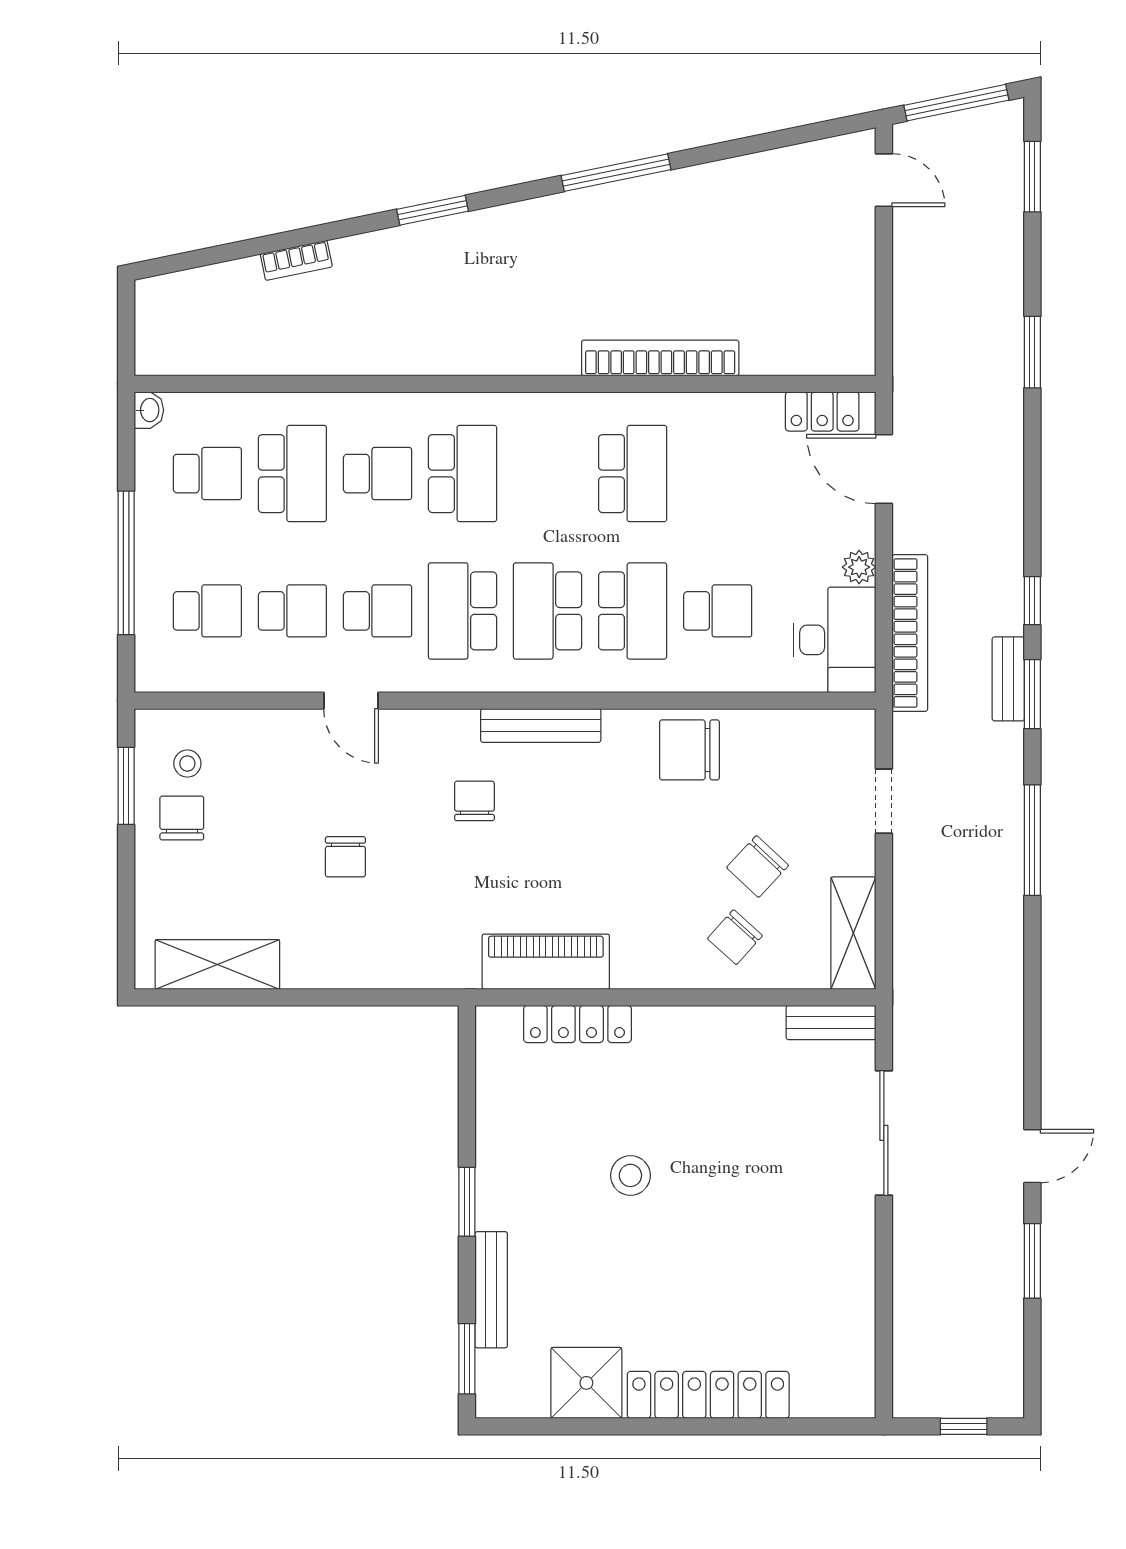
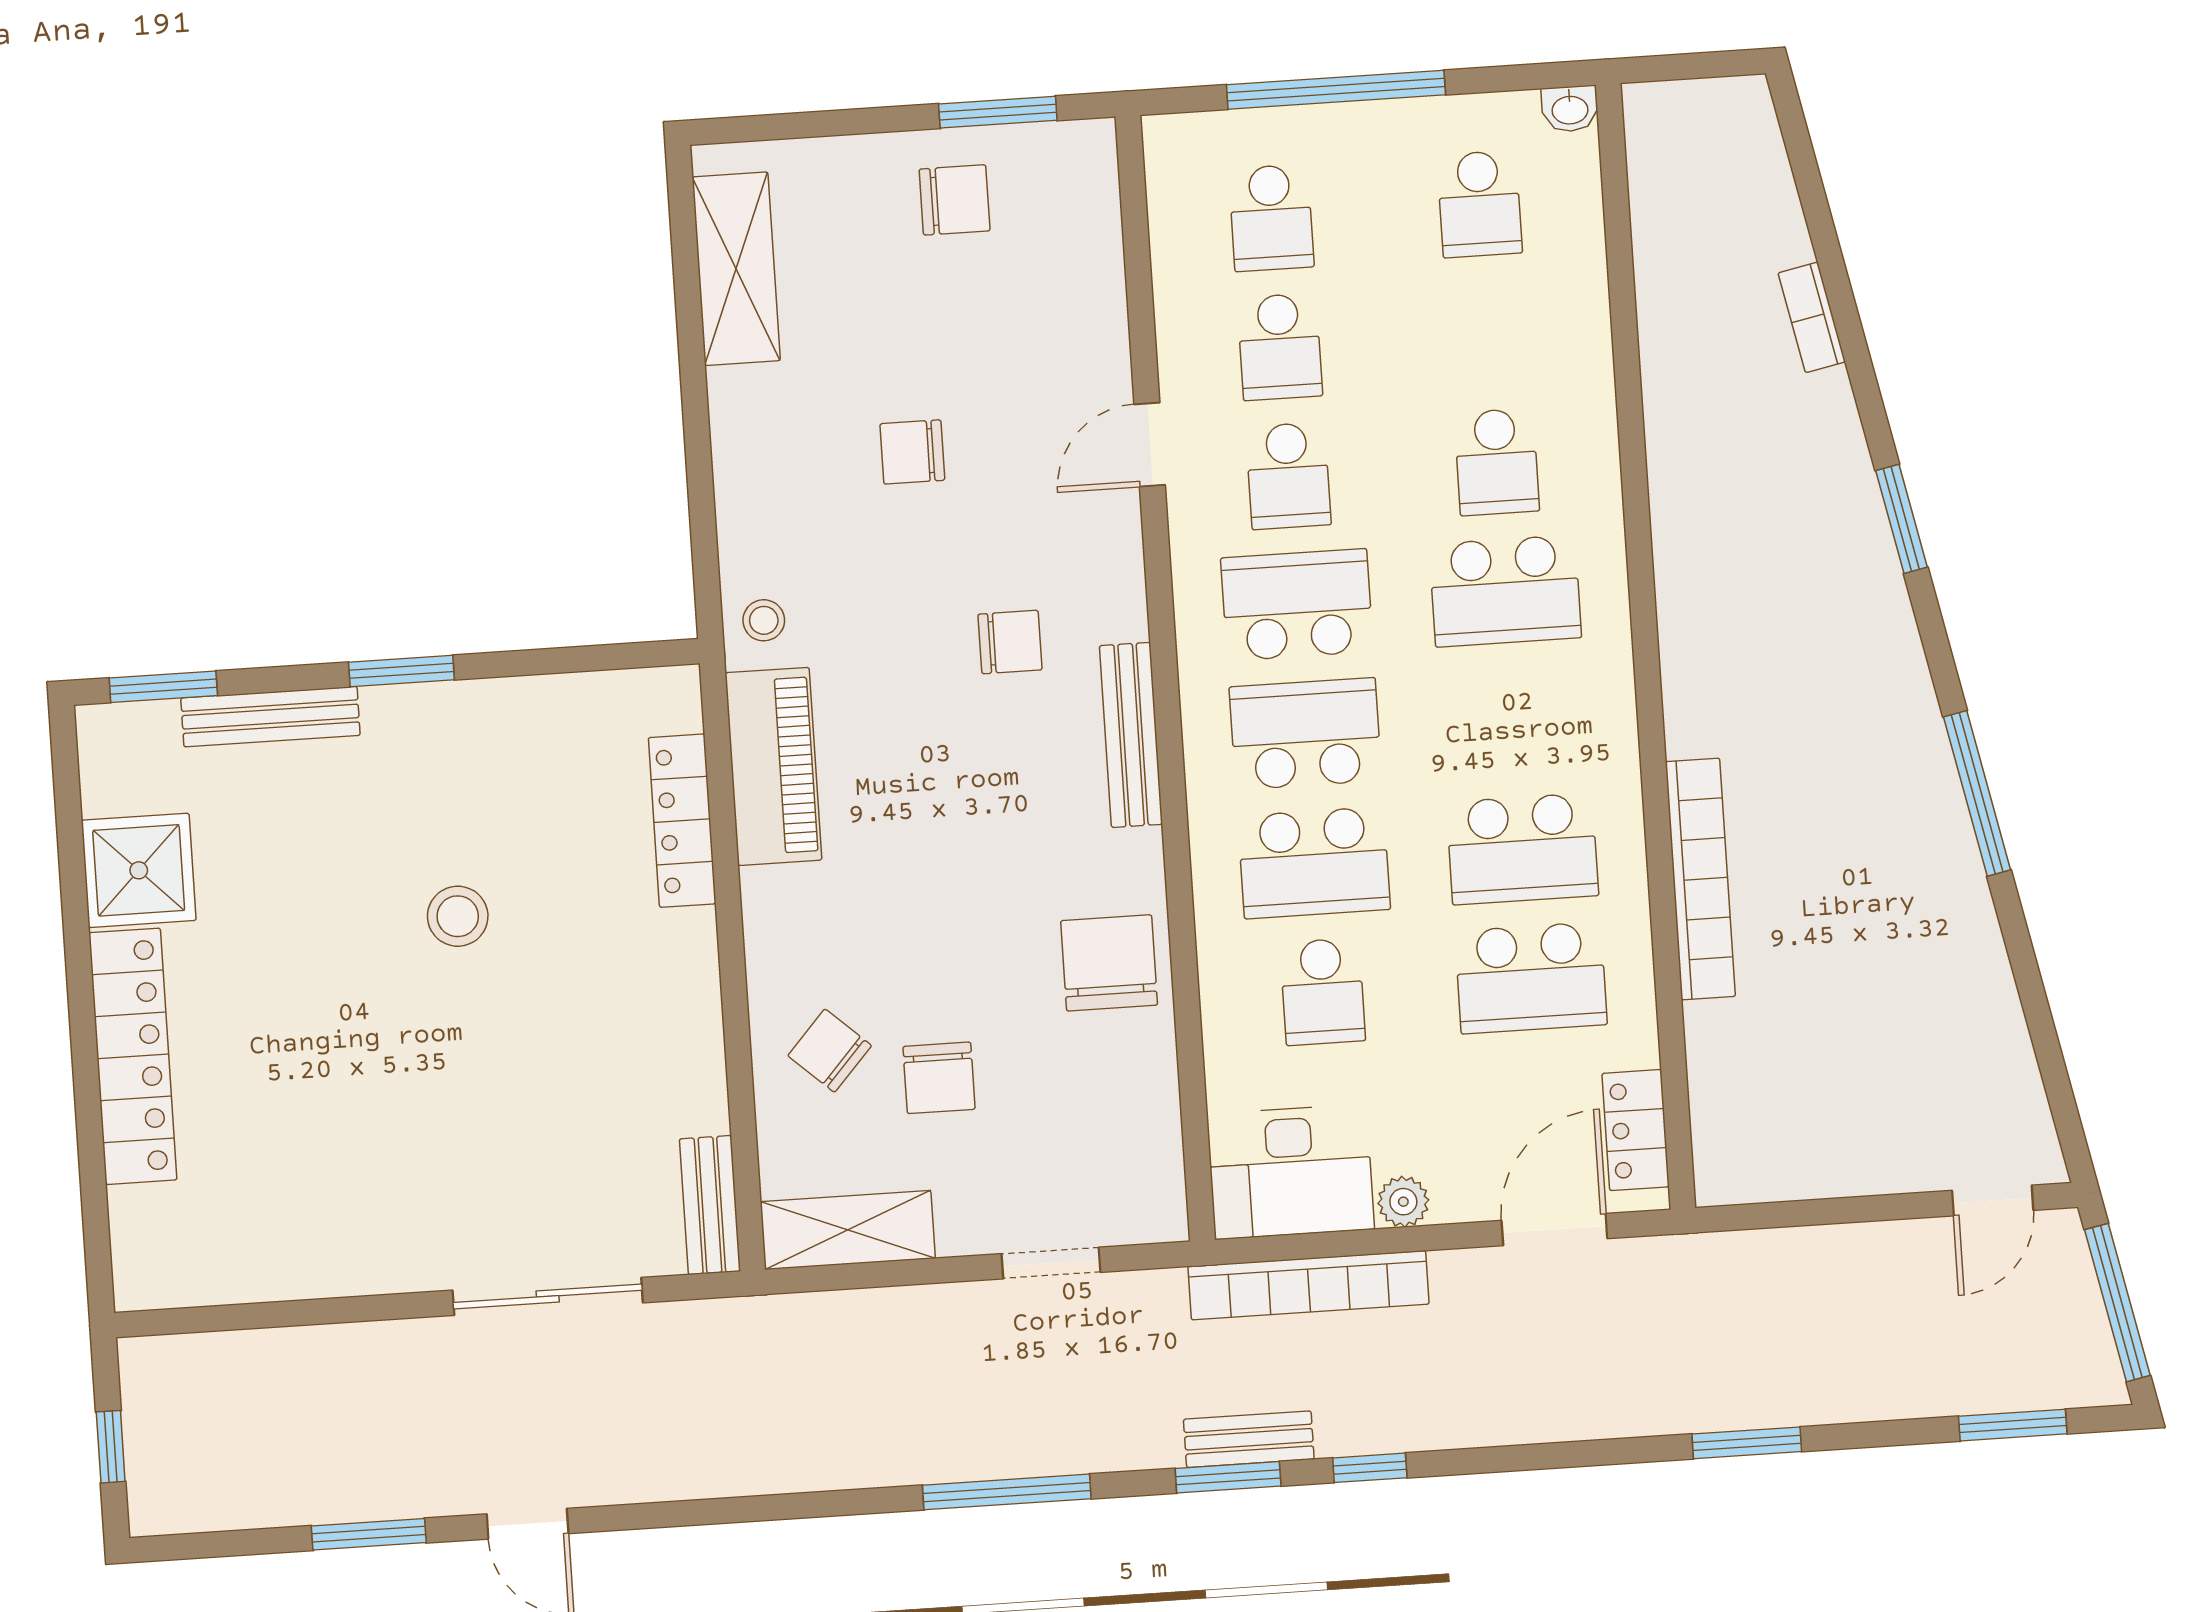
school desk: (292, 474) -> (1531, 978), moved
stool: (187, 764) -> (764, 620), moved
chair: (758, 867) -> (939, 1078), turned -133

